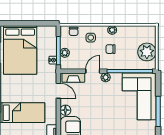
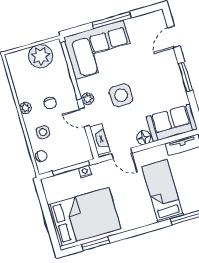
plant: (65, 53) -> (72, 159), removed
door: (58, 91) -> (122, 153), swing flipped
side table: (101, 102) -> (121, 95), added

